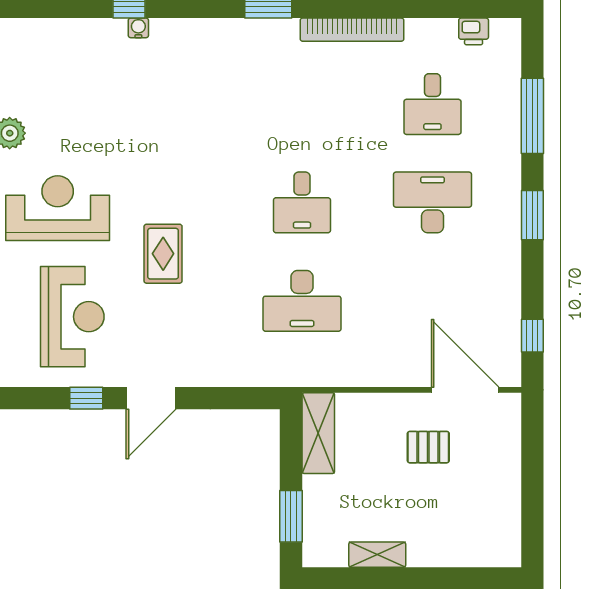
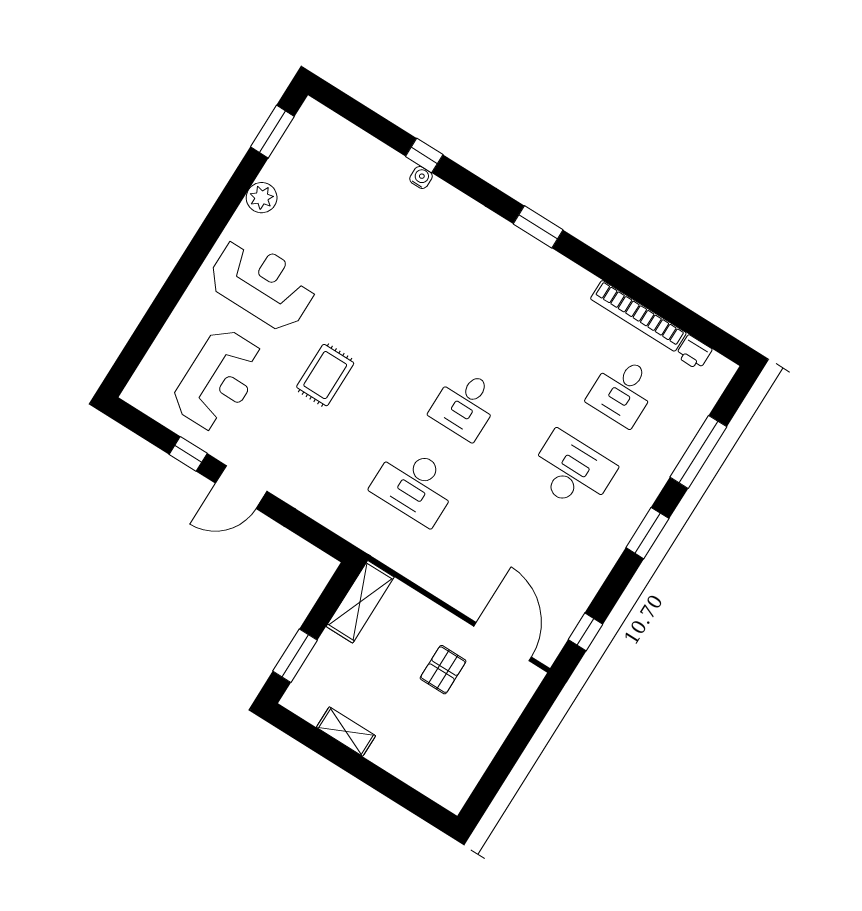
bookcase: (352, 30) -> (638, 316), moved
pallet: (428, 447) -> (443, 670), turned 90

